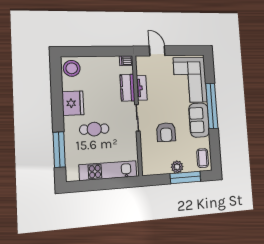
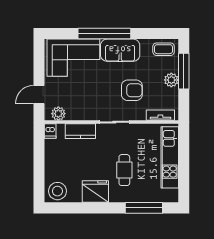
plant: (142, 68) -> (58, 114), added
tv unit: (142, 88) -> (160, 115), moved

